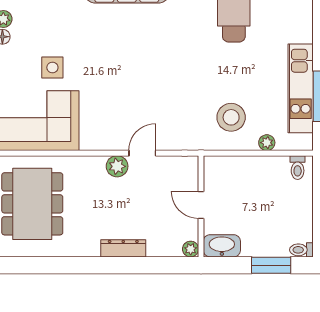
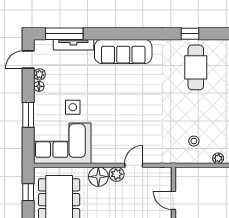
stool: (231, 117) -> (194, 141), width x0.53, depth x0.53
floor lamp: (90, 170) -> (98, 177), added

